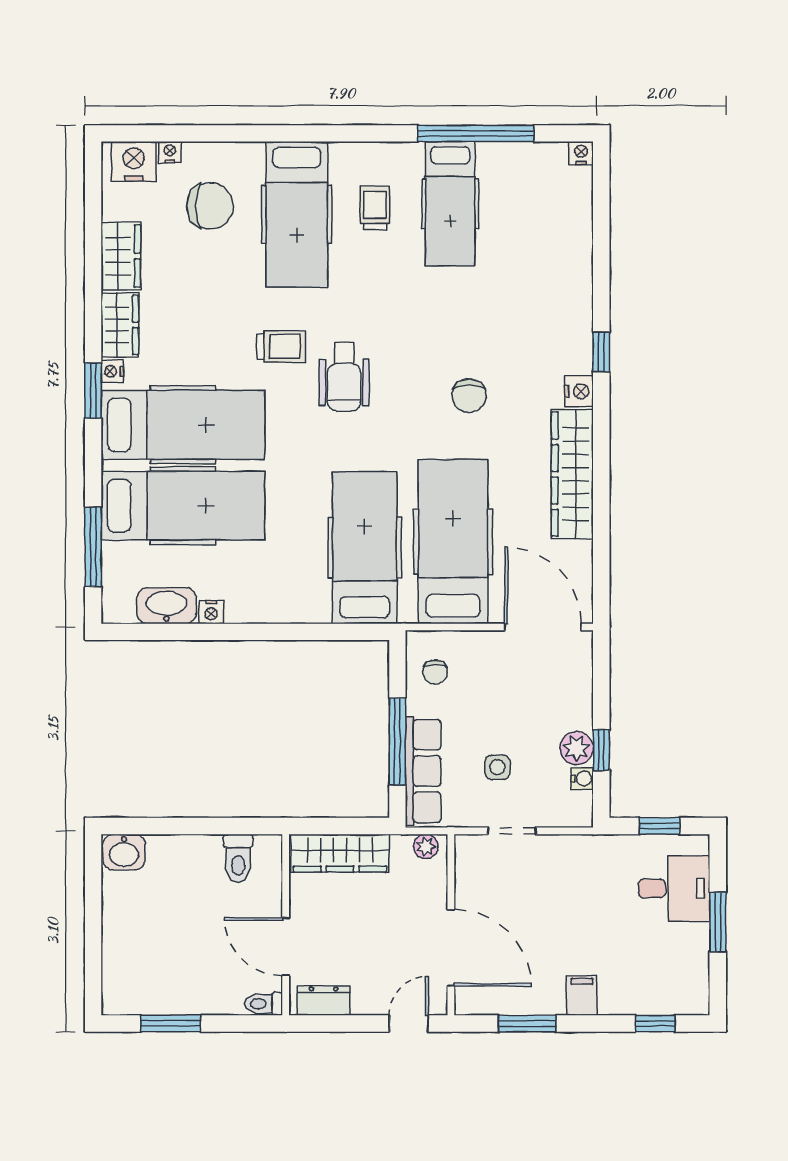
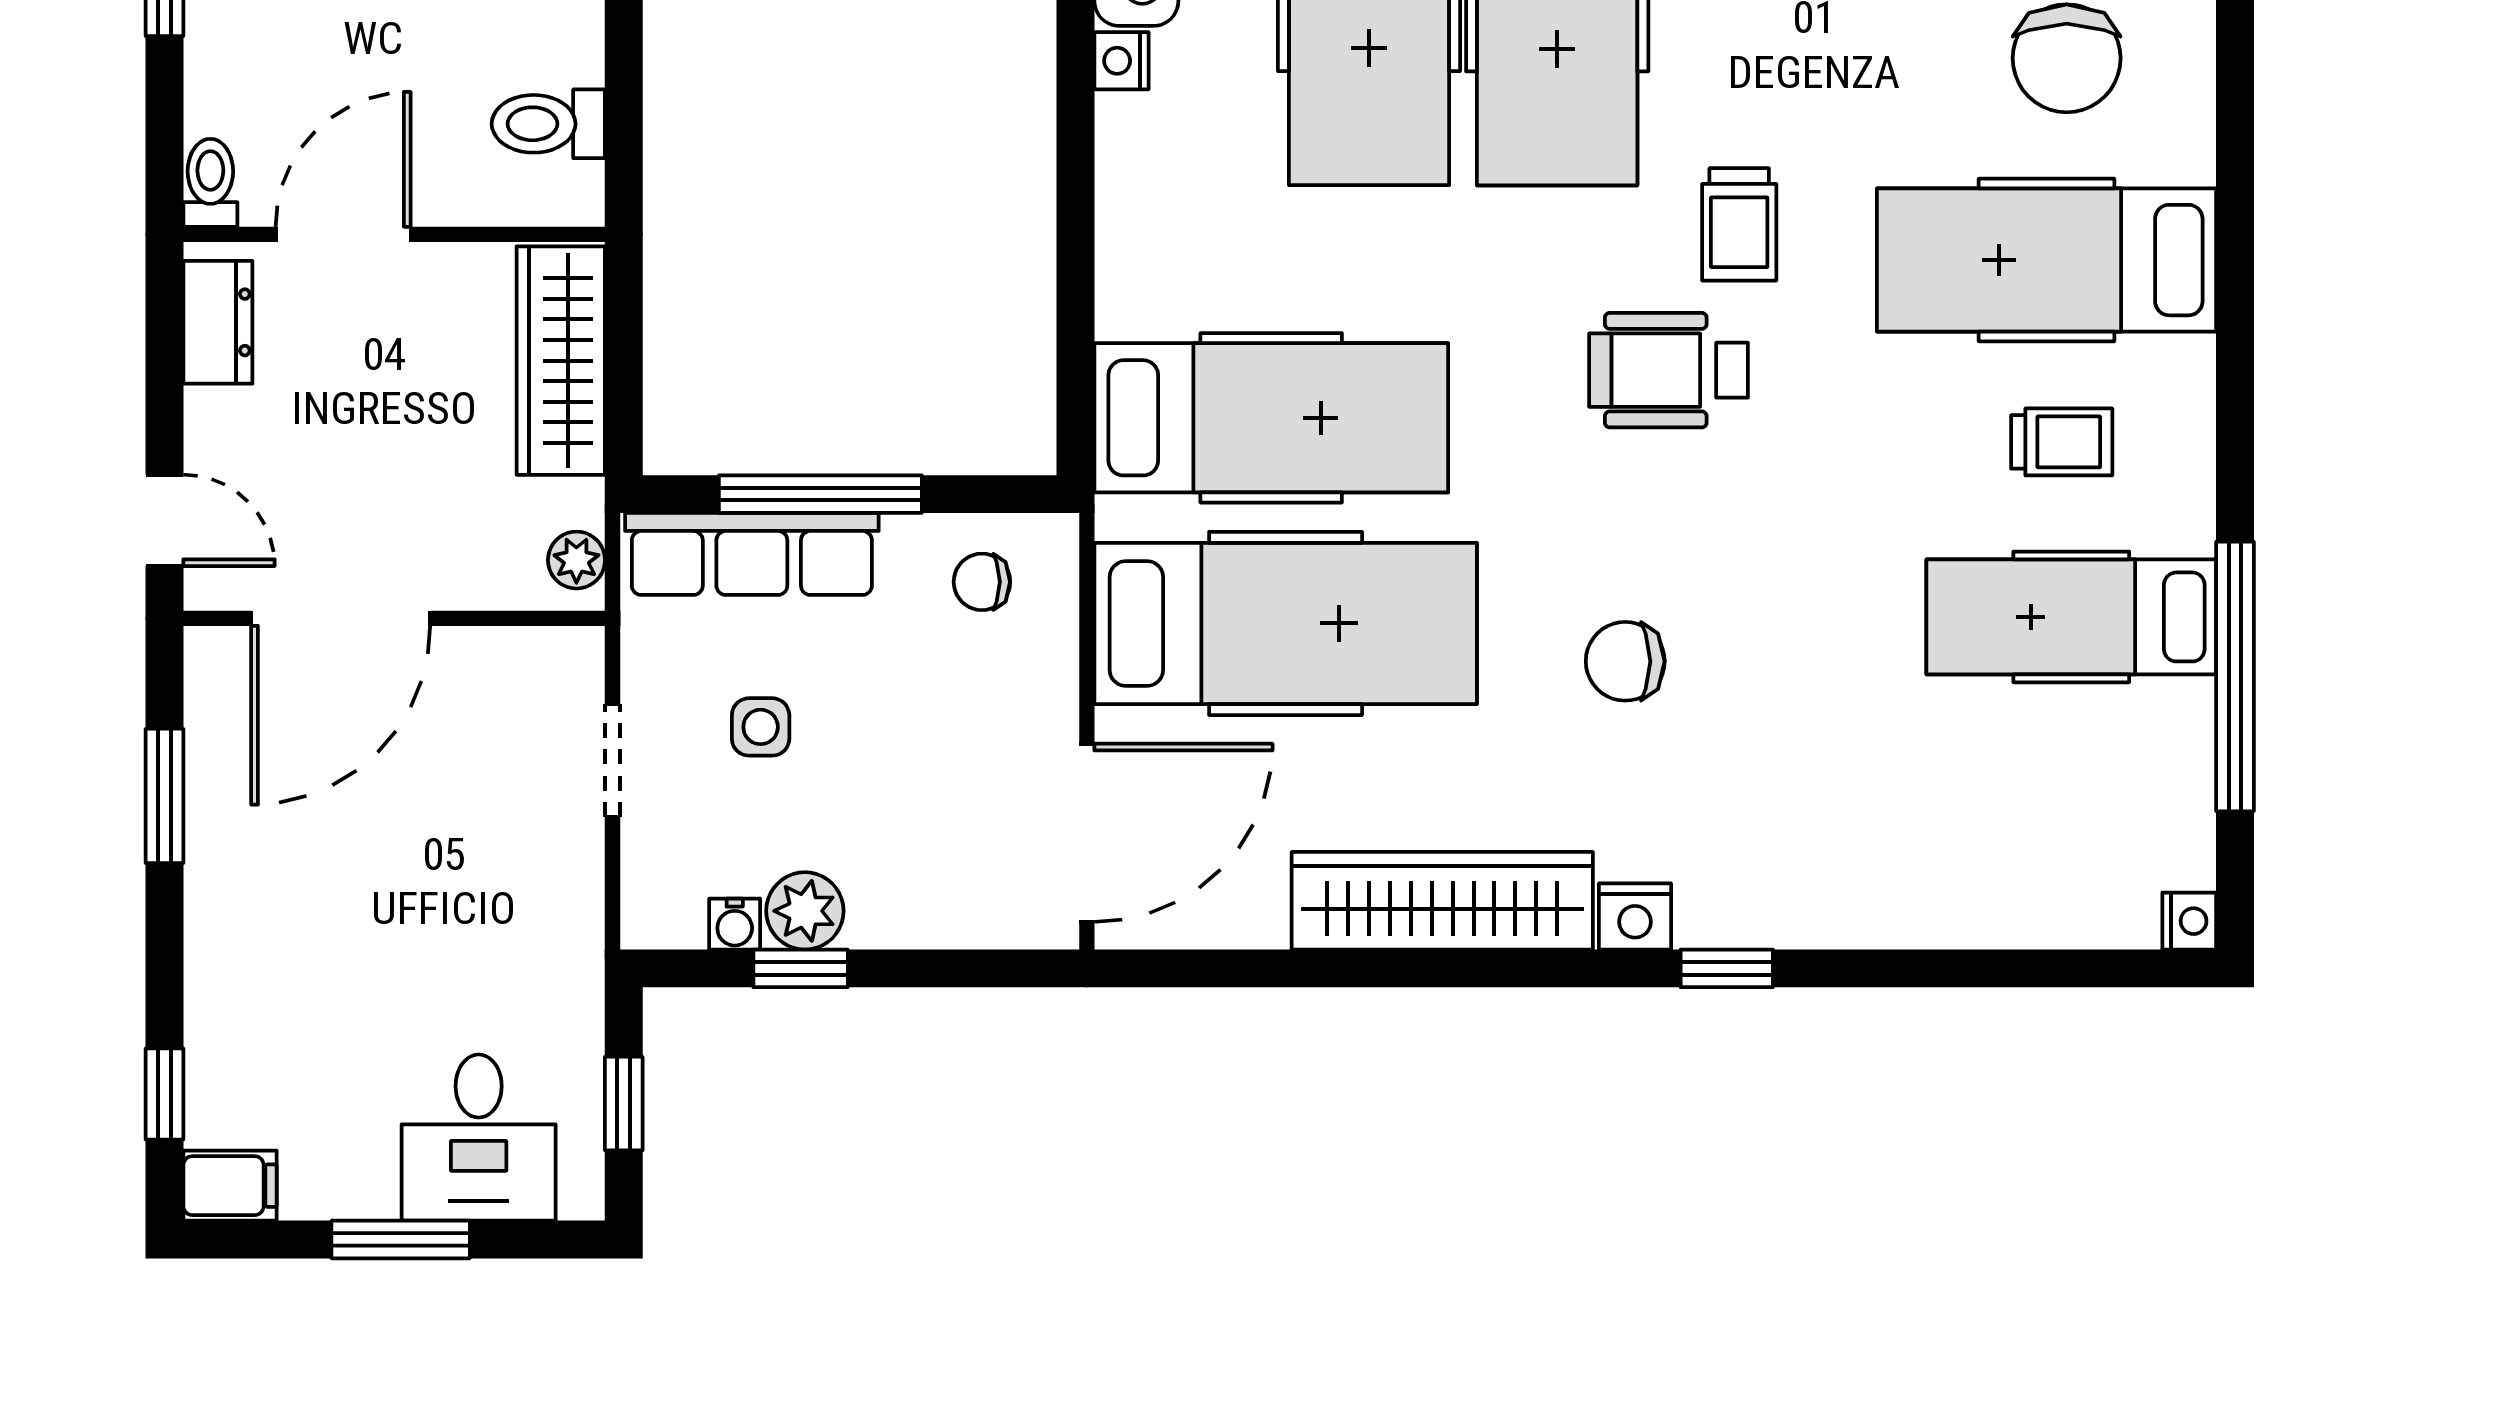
filing cabinet: (582, 995) -> (230, 1186), moved

